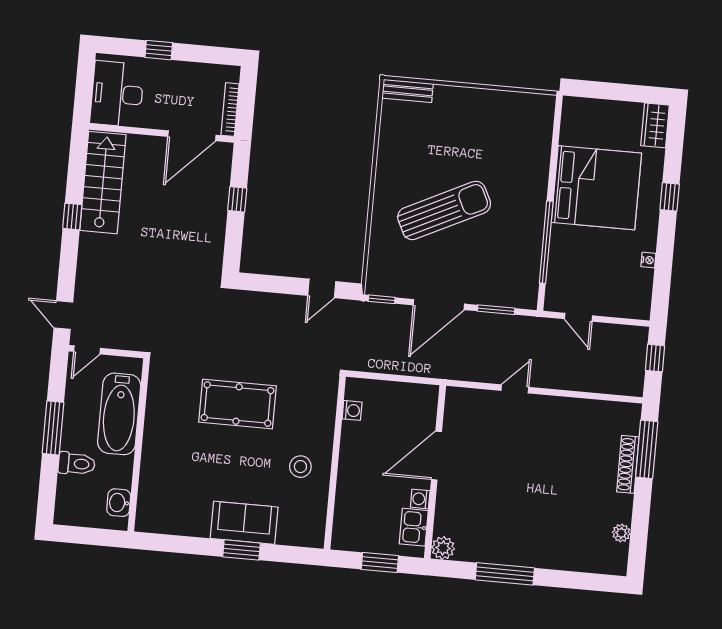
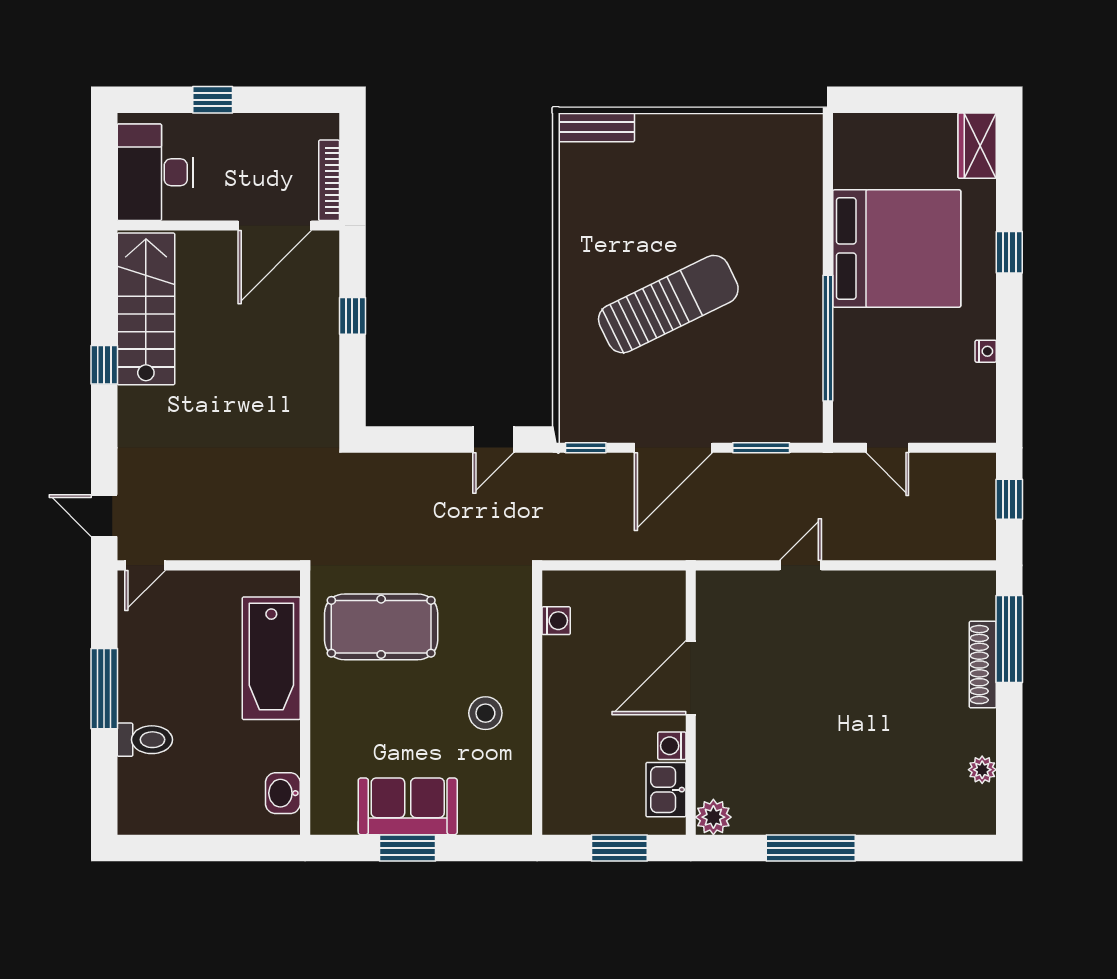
bathtub: (119, 414) -> (271, 658), moved
wall: (139, 445) -> (305, 703), moved
washbasin: (119, 503) -> (283, 793), moved

